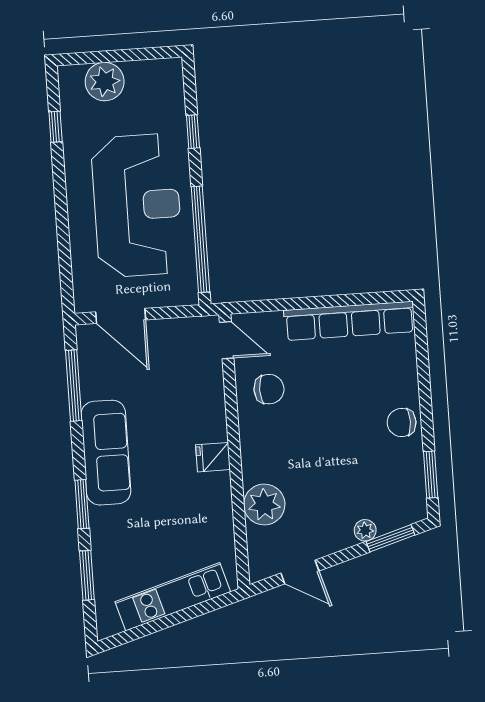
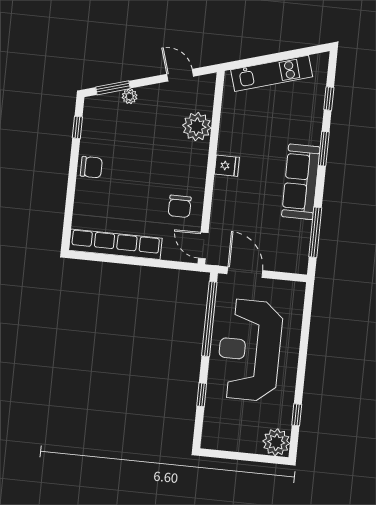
plant: (105, 82) -> (276, 442), moved
door: (121, 316) -> (245, 272), moved
chair: (269, 389) -> (180, 206), turned -90
window: (431, 474) -> (77, 127), width x0.67
window: (87, 575) -> (329, 99), width x0.67

